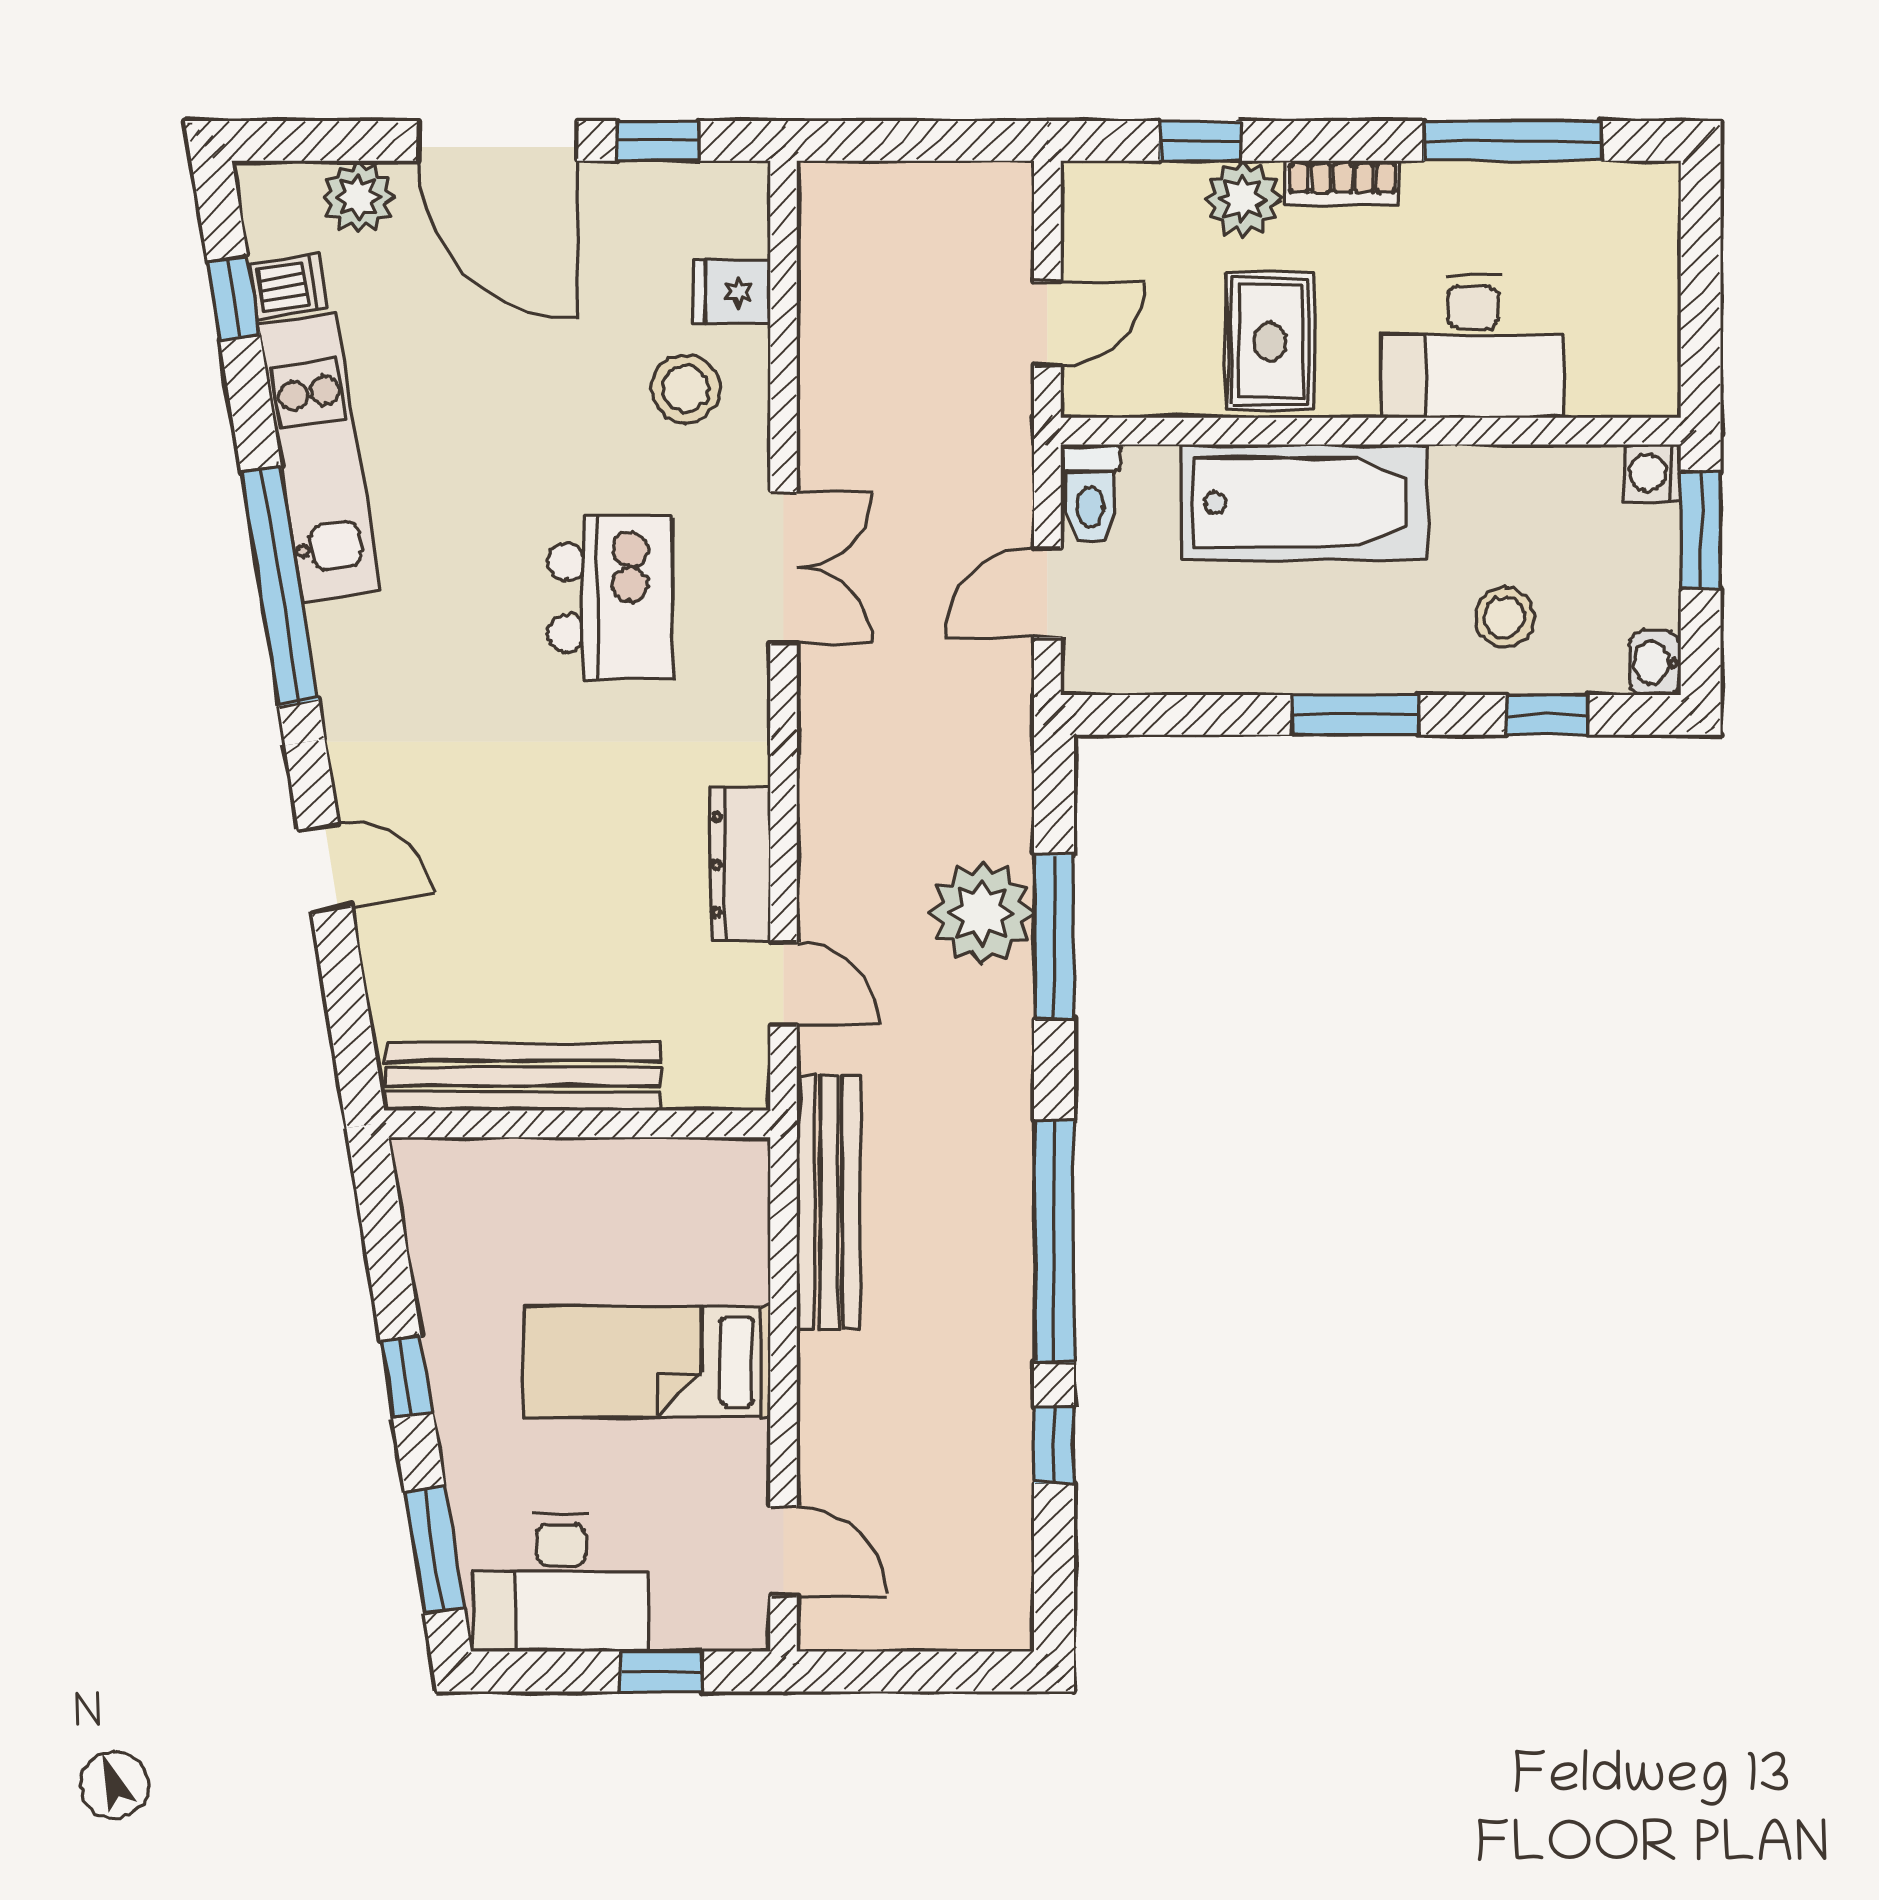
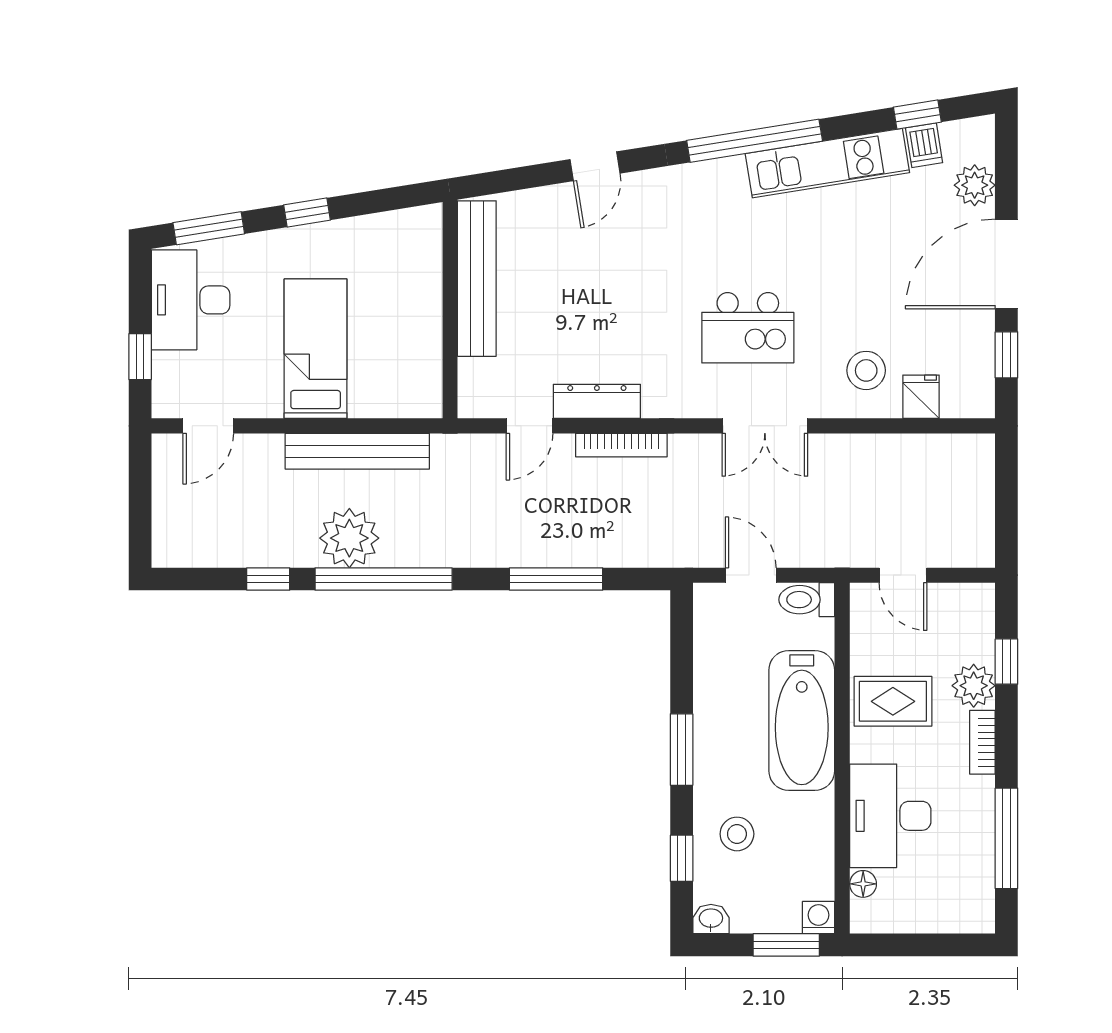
floor lamp: (1593, 394) -> (863, 884), added
bookcase: (817, 821) -> (621, 445), added
plant: (982, 913) -> (349, 538), moved
bench: (828, 1202) -> (357, 451), moved

